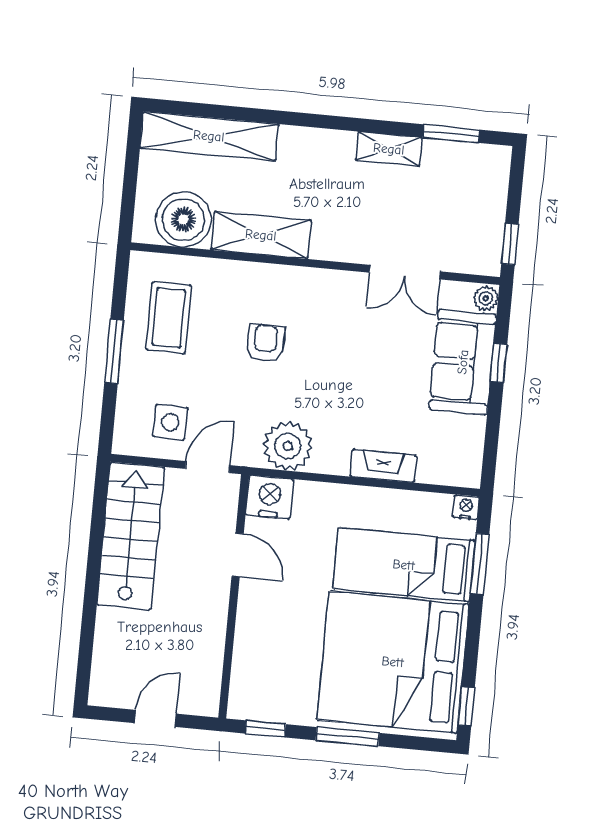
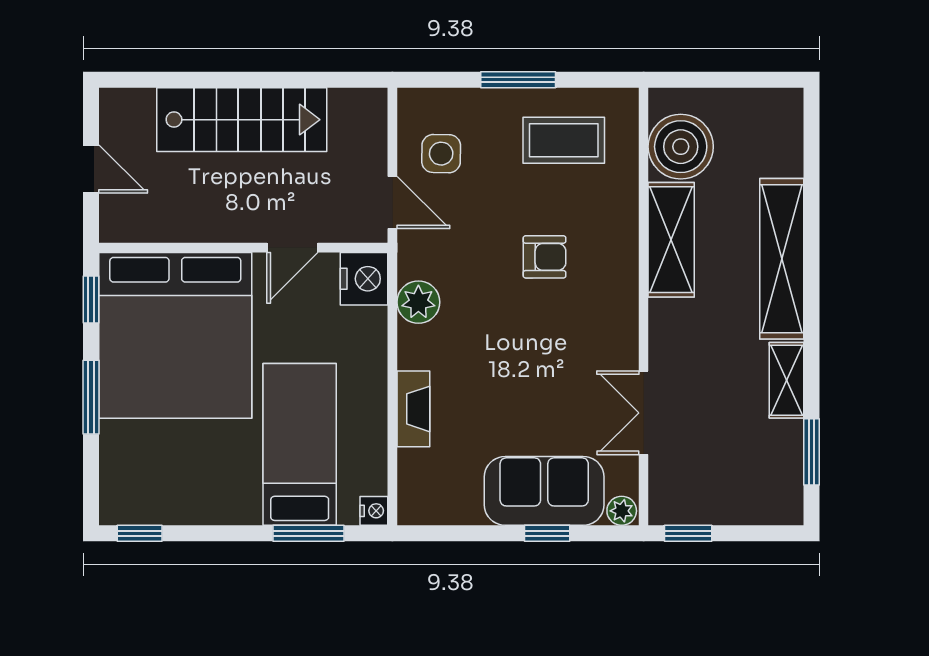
shelving: (209, 136) -> (782, 259), moved
plant: (288, 446) -> (418, 302), width x0.73, depth x0.73
stairs: (130, 536) -> (242, 120), moved
bed: (393, 662) -> (175, 335), moved, turned 180

